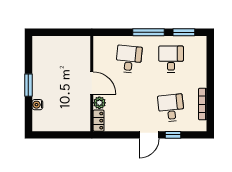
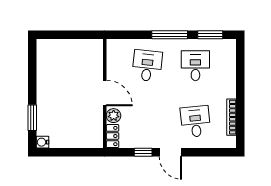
window: (28, 85) -> (32, 118), moved
water cooler: (37, 105) -> (42, 142), moved
door: (149, 135) -> (170, 152), hinge flipped
window: (173, 135) -> (143, 152), moved

